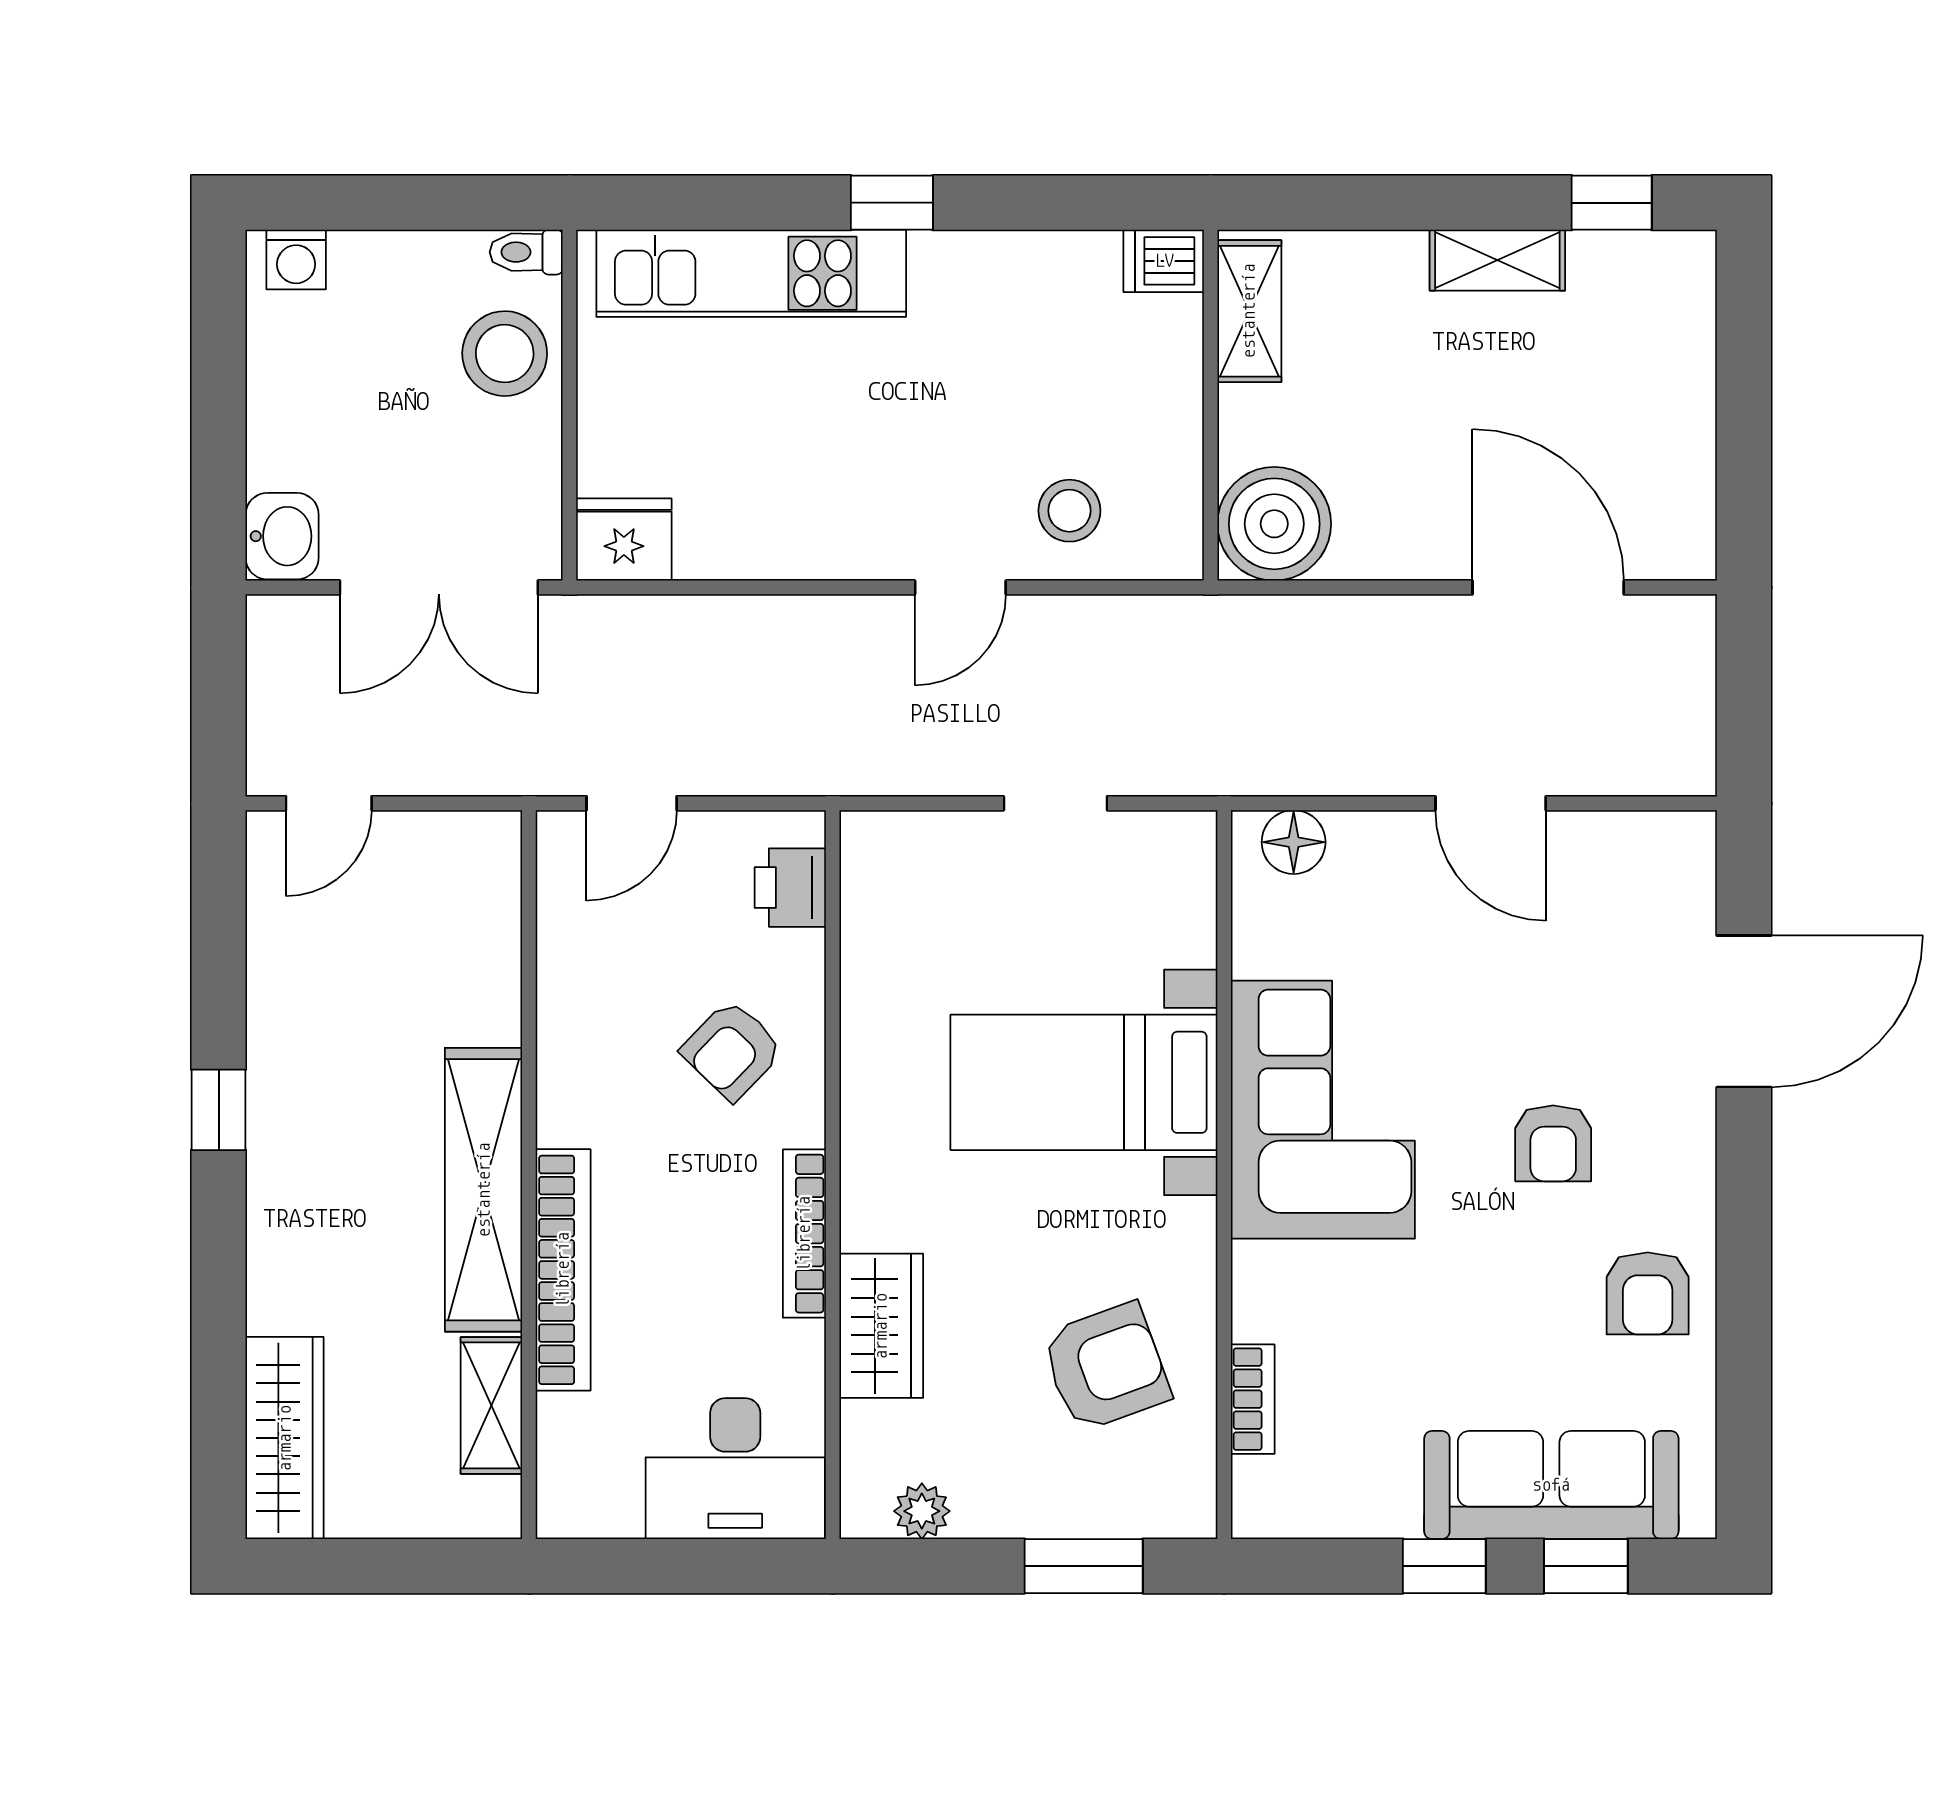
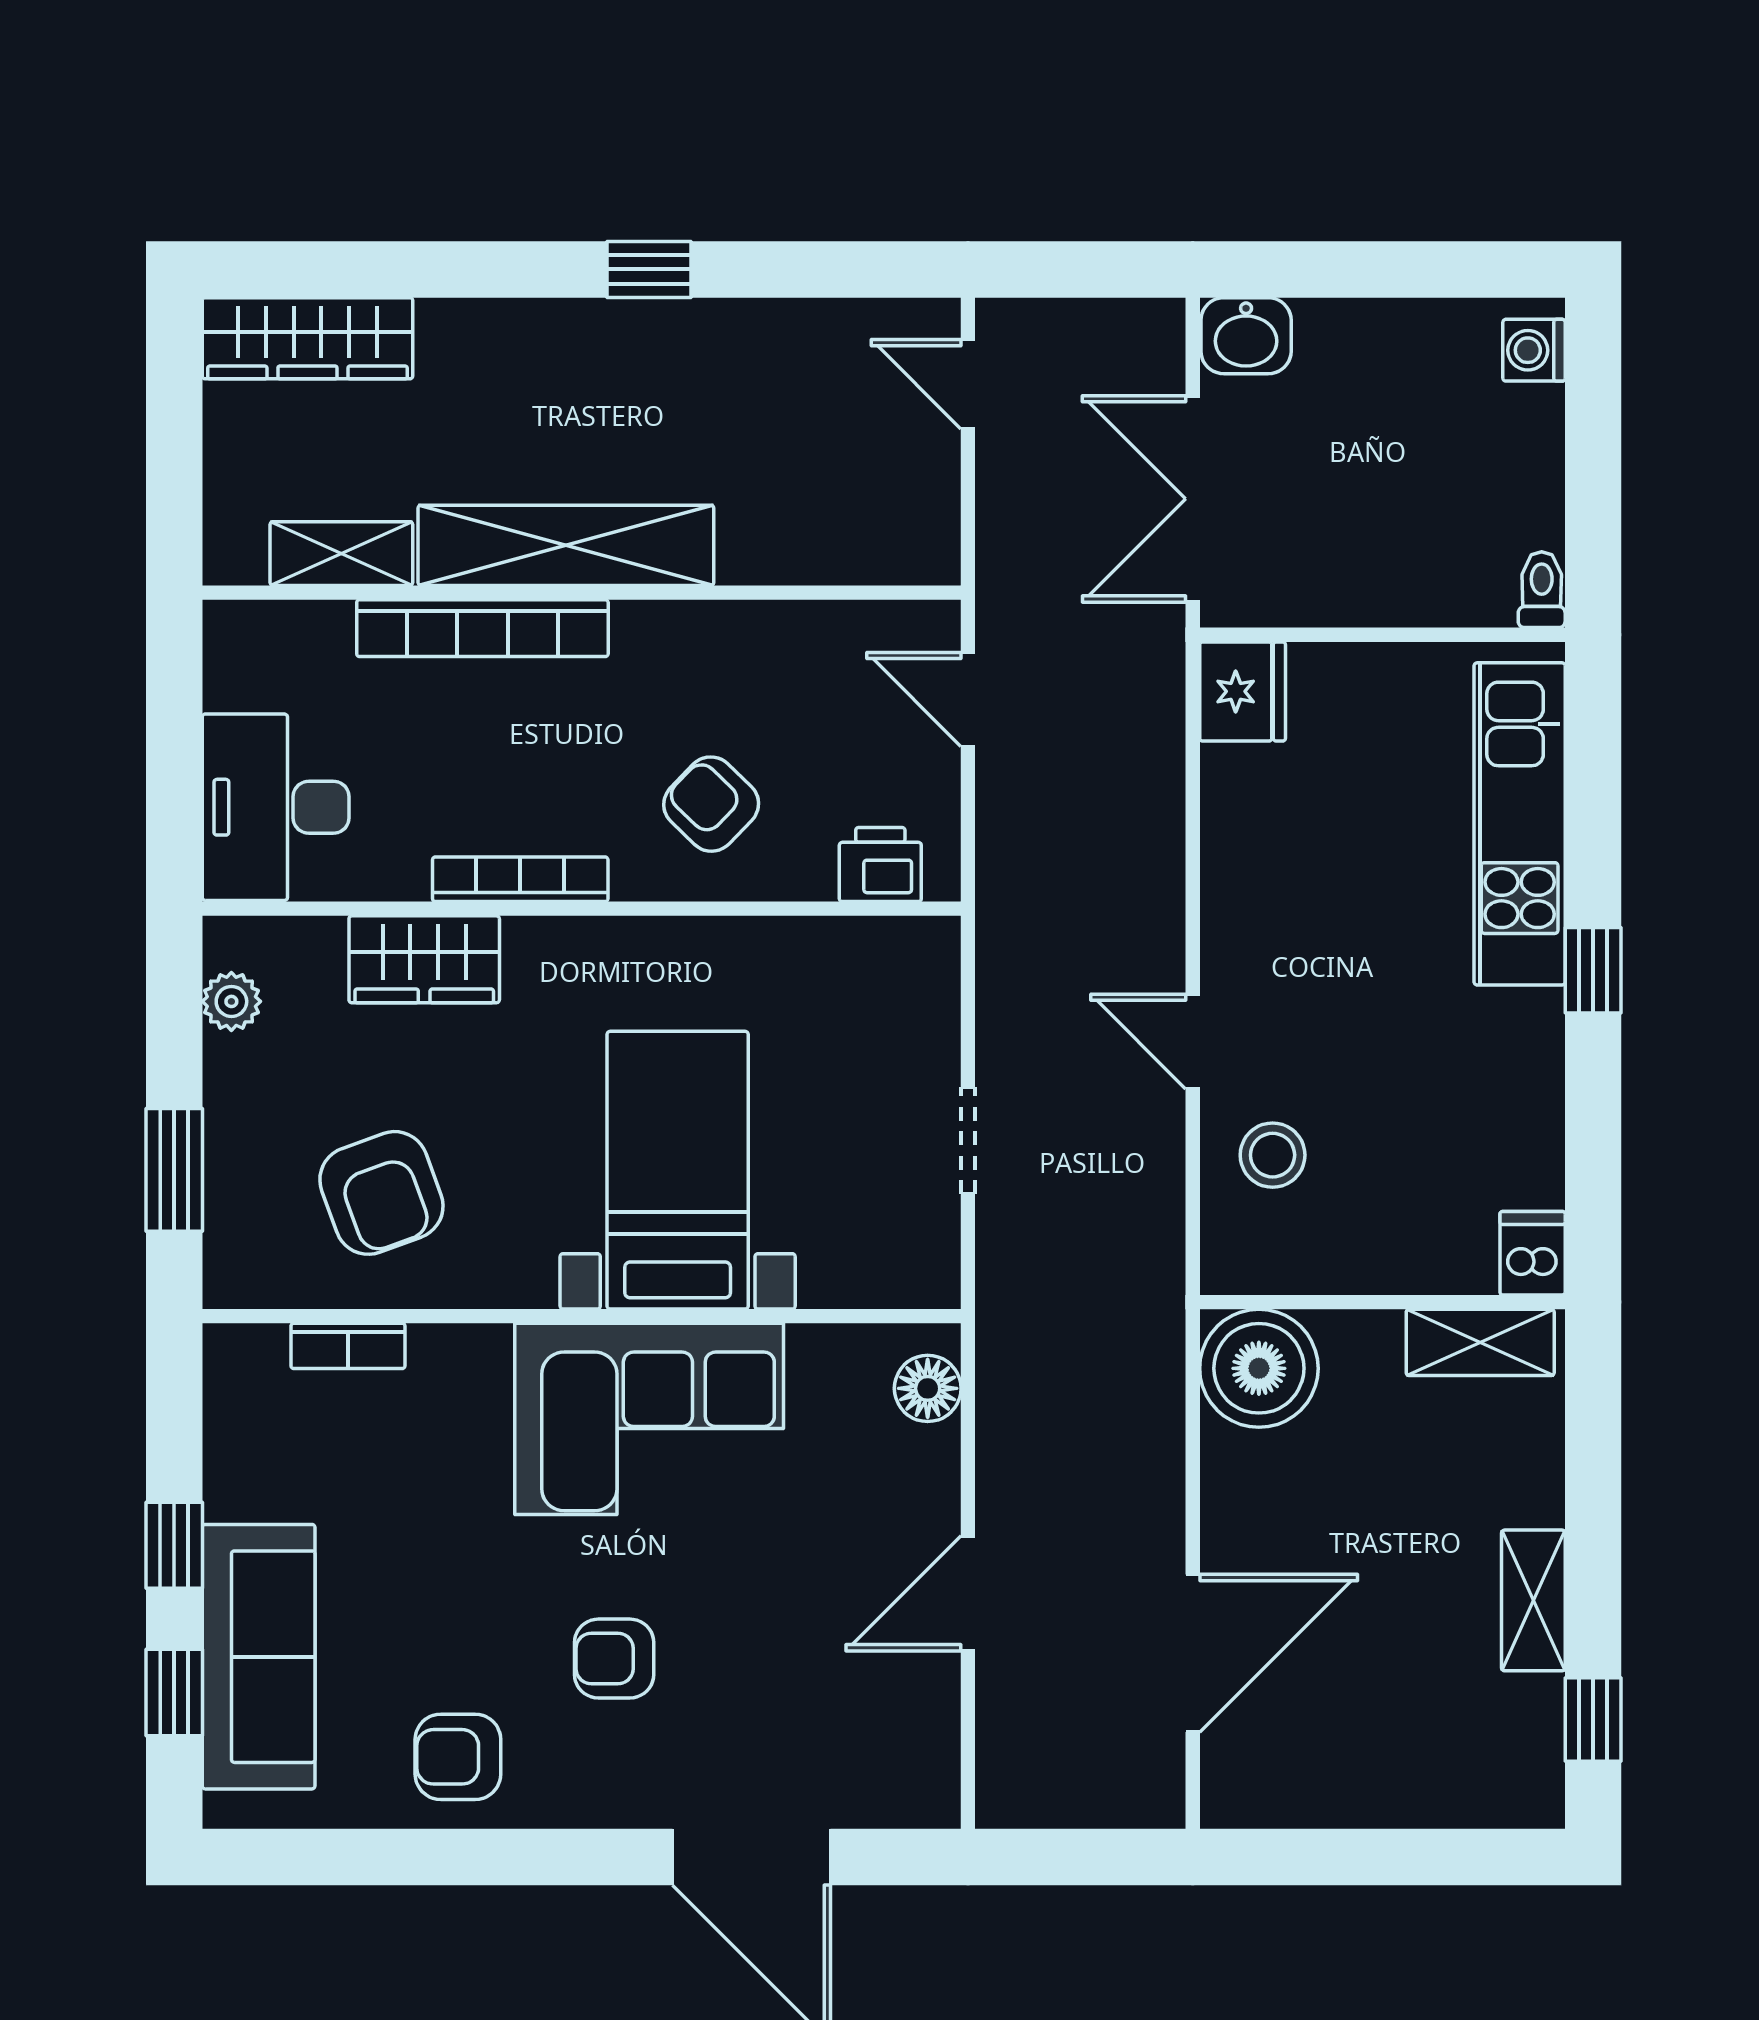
stool: (505, 354) -> (1436, 567), removed

